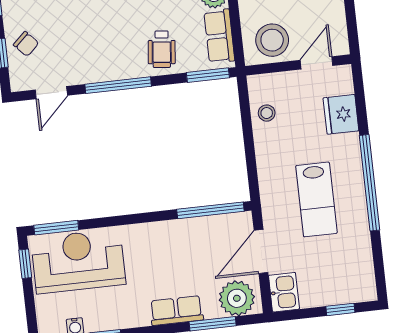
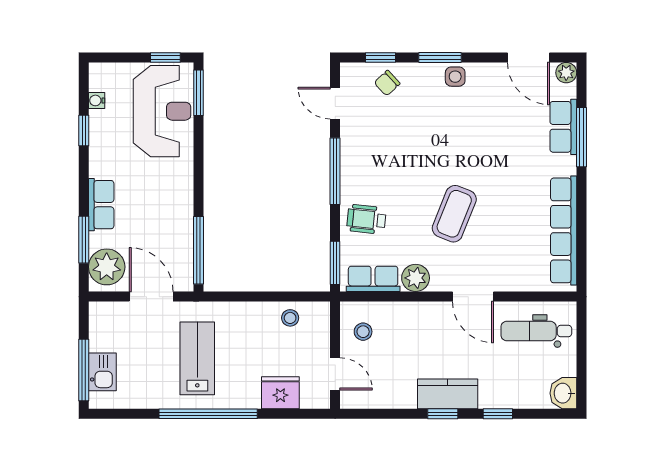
stool: (272, 40) -> (363, 332), width x0.53, depth x0.53
lab bench: (316, 199) -> (197, 358), turned 90
kitchen sink: (284, 292) -> (102, 372), moved, turned -90
window: (340, 309) -> (84, 370), width x2.17

